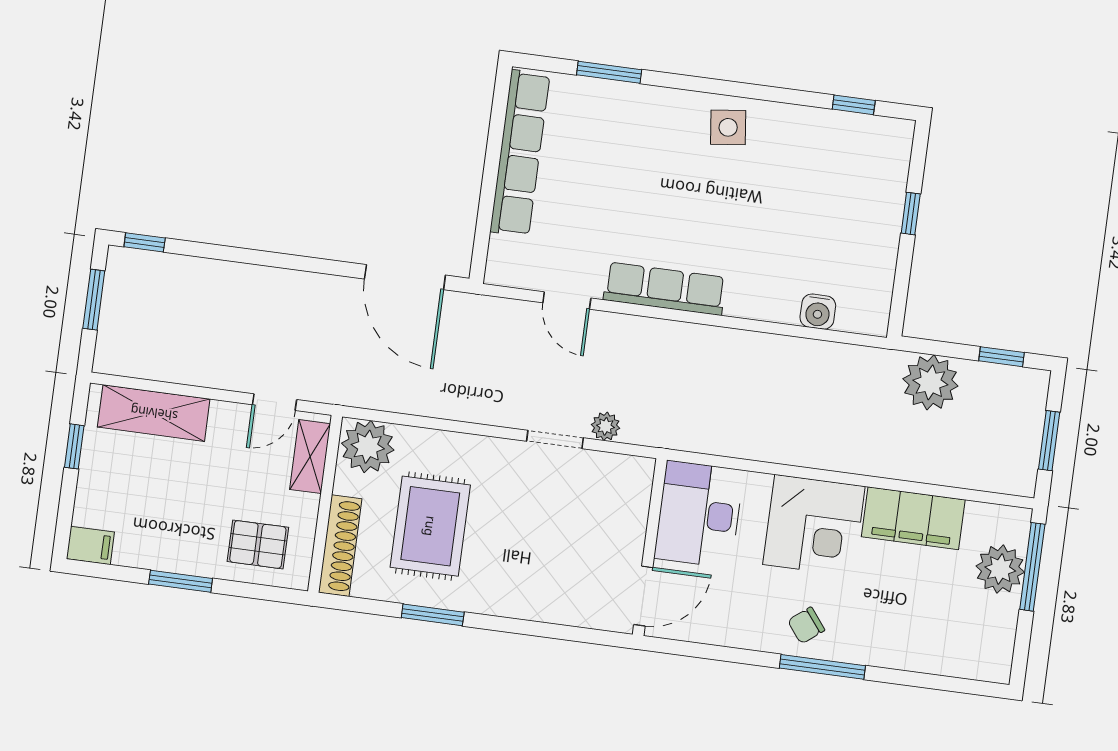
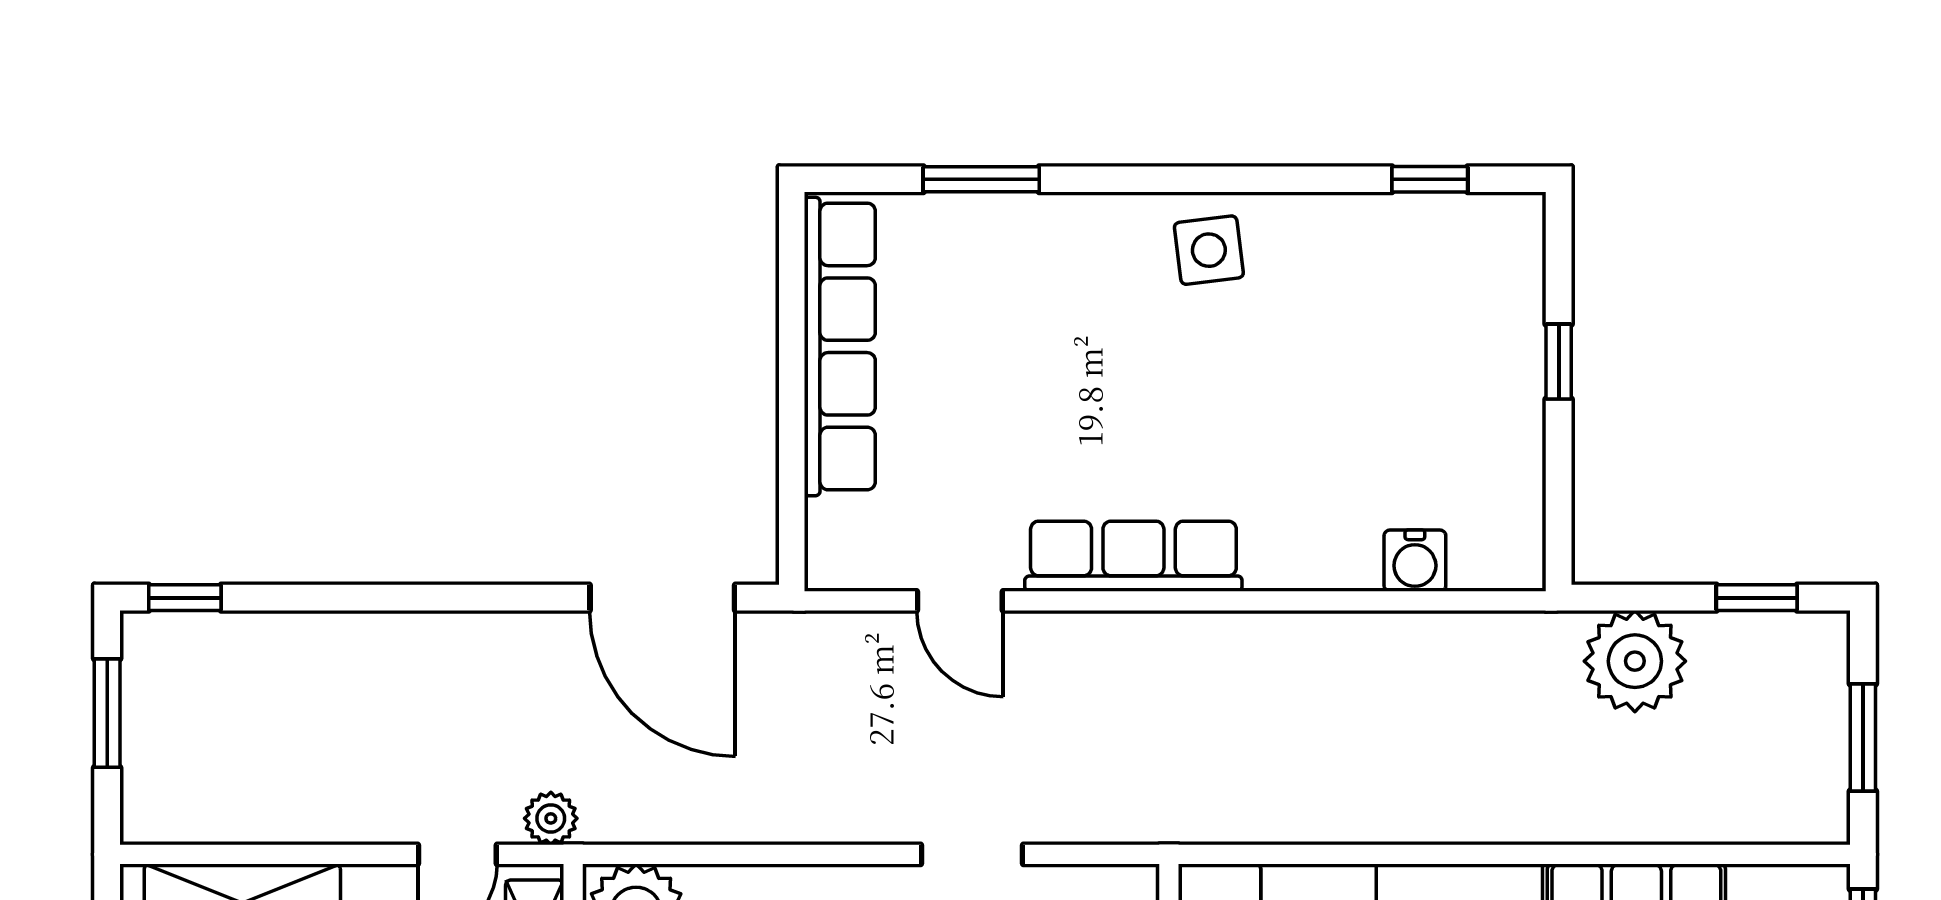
plant: (605, 426) -> (551, 818), moved

